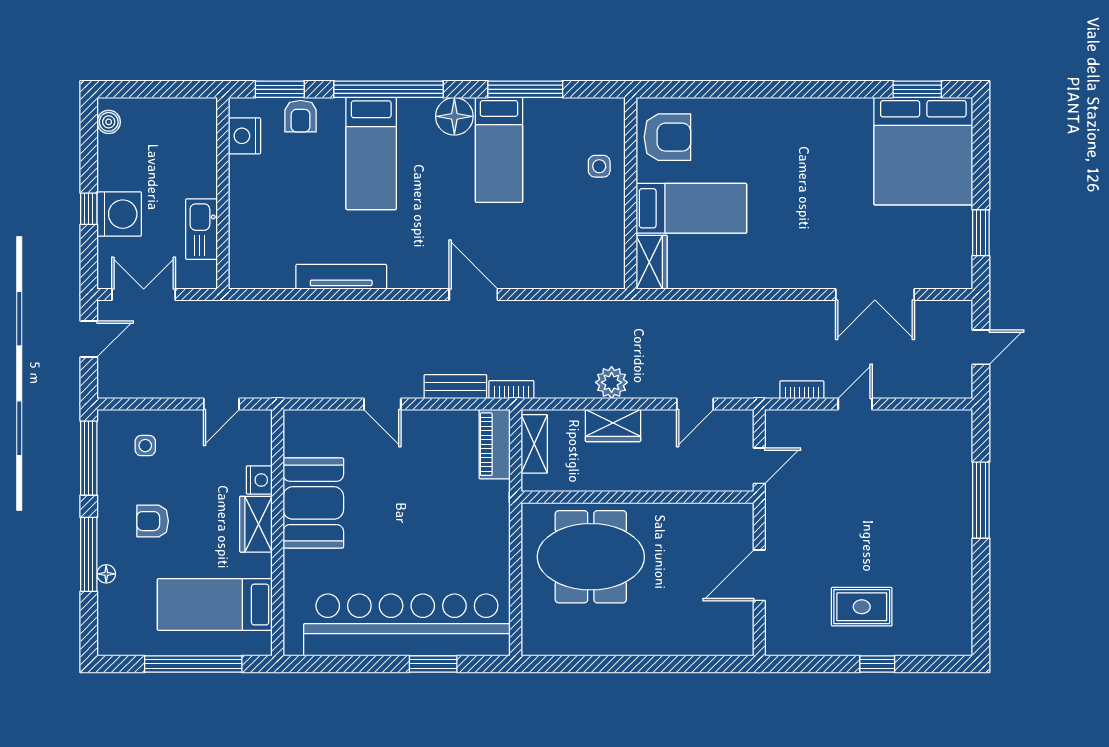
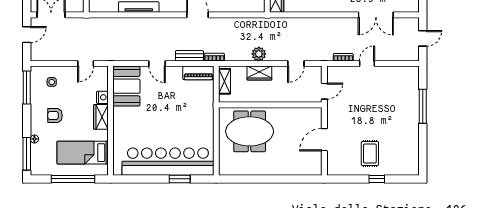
piano: (495, 444) -> (198, 73), moved, turned -90
booth: (313, 503) -> (126, 86), moved
window: (89, 554) -> (27, 154), moved
rug: (862, 607) -> (370, 154), turned 90

